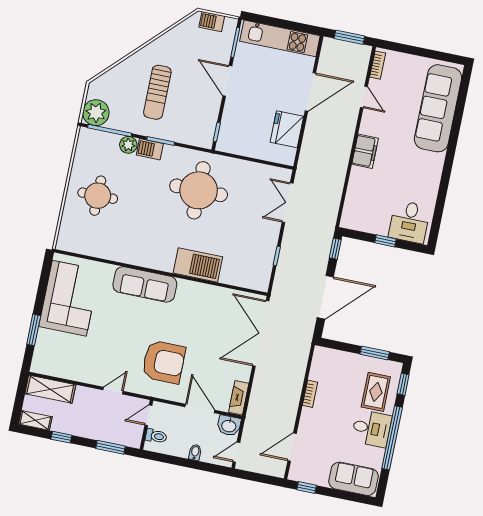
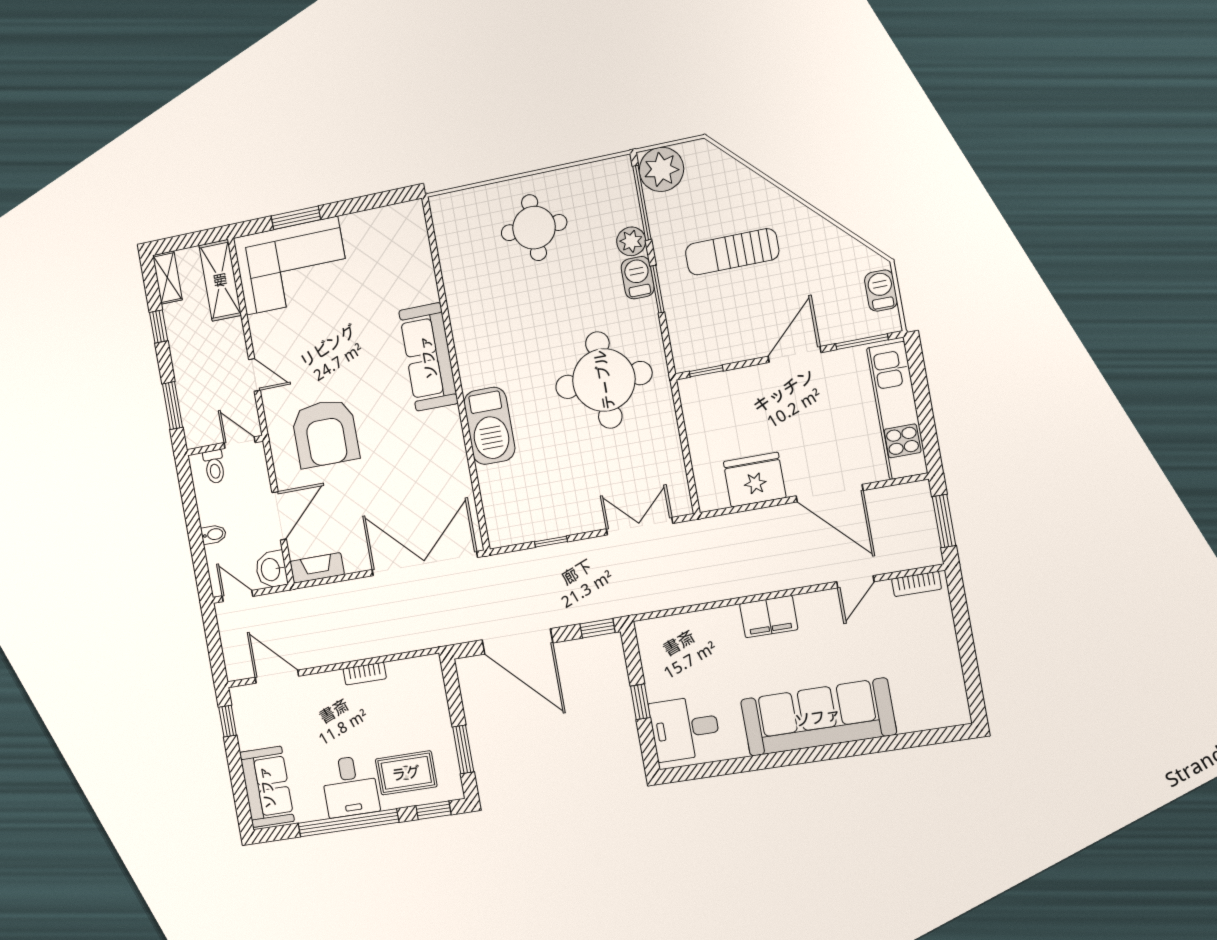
sofa: (438, 108) -> (818, 717), moved
corner sofa: (69, 298) -> (292, 266), moved

